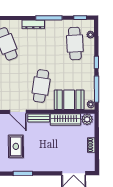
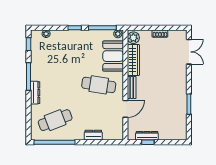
cafe table: (75, 44) -> (55, 50), removed
rug: (16, 146) -> (161, 111), removed

